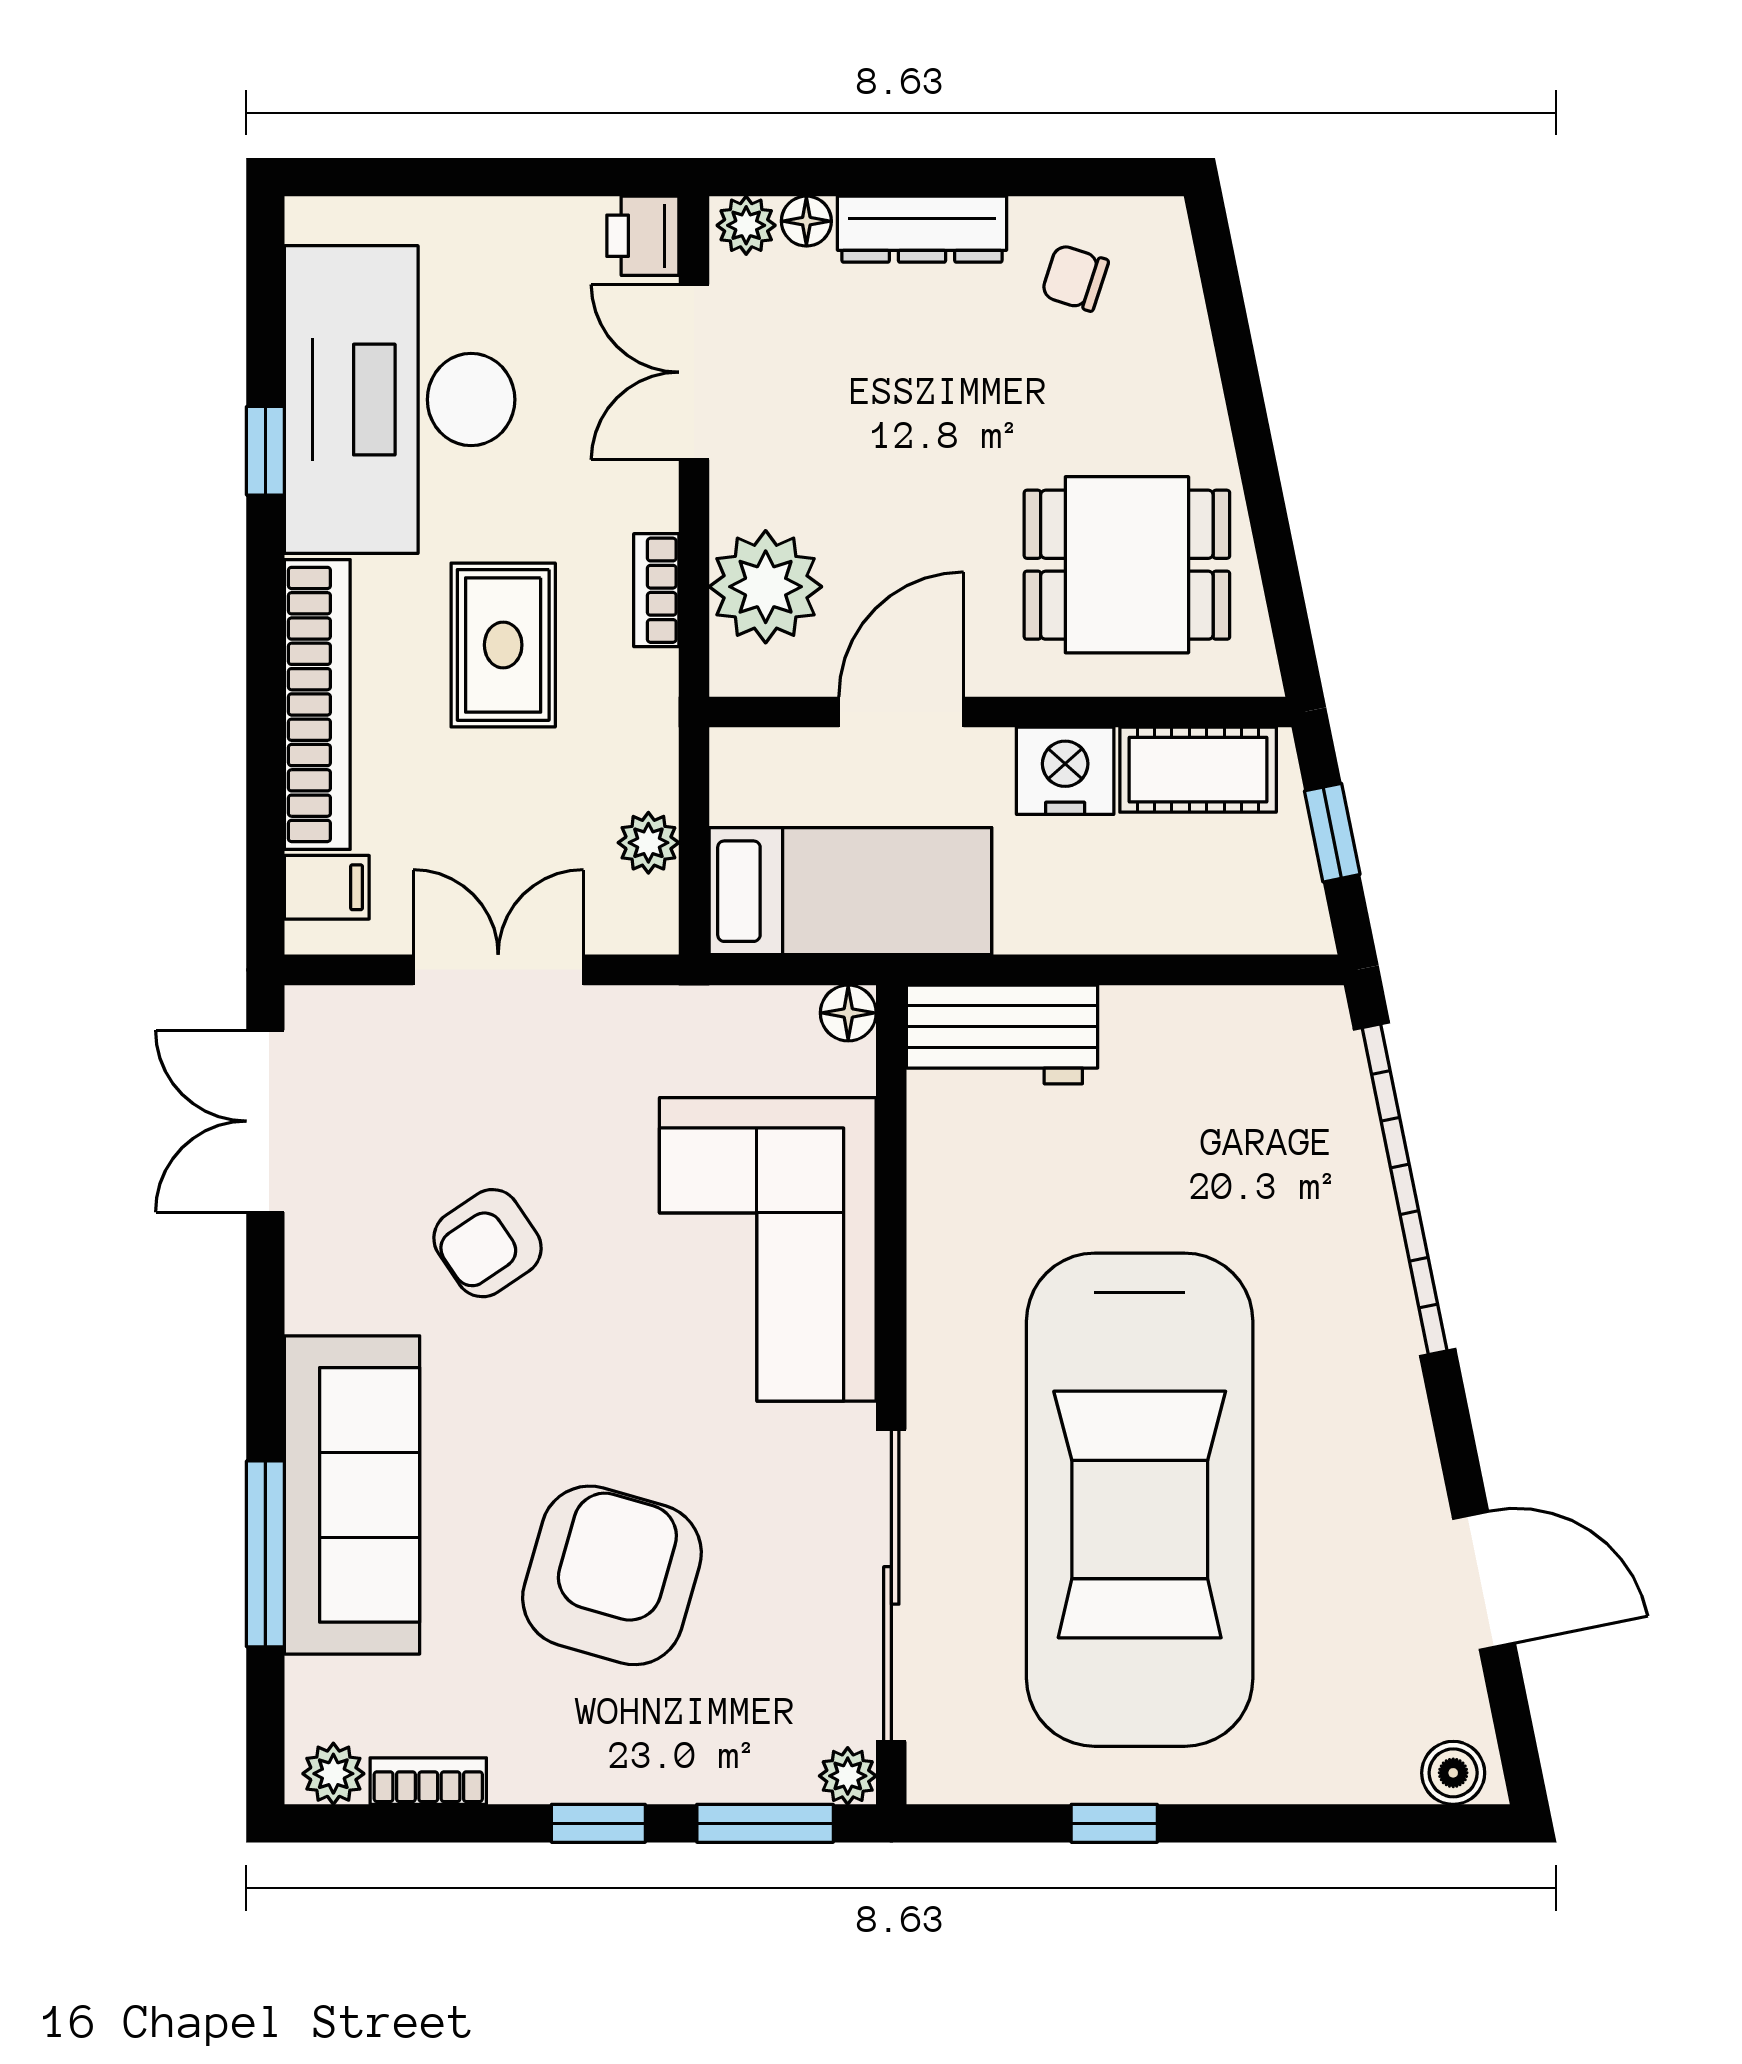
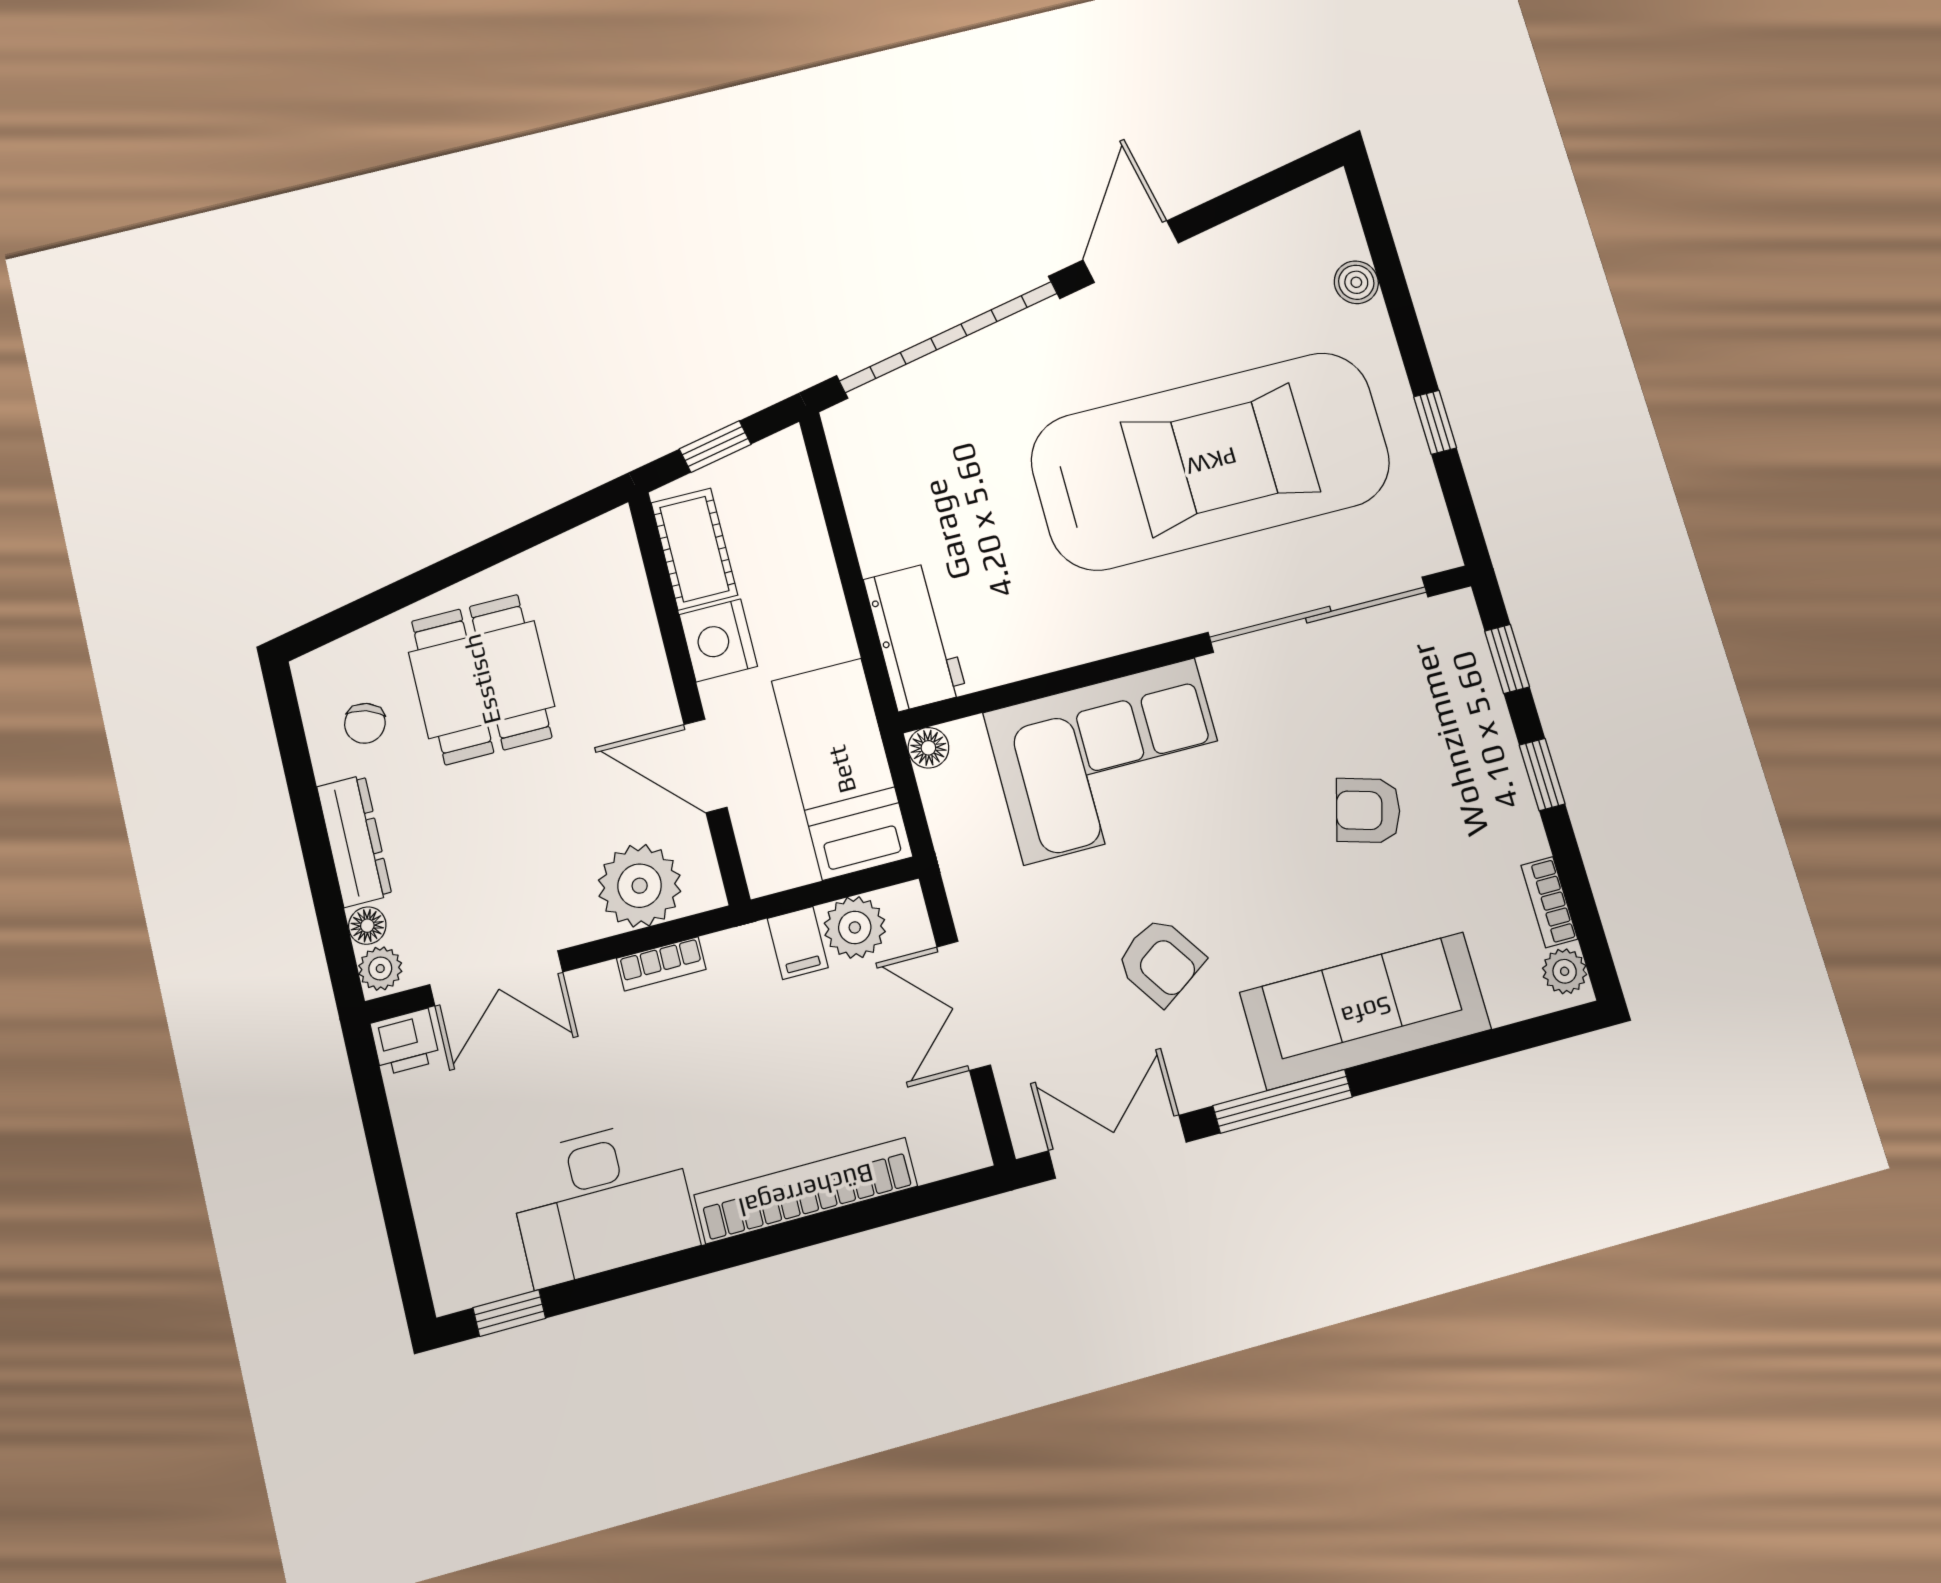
desk: (400, 400) -> (602, 1202), width x0.73, depth x0.77
window: (265, 451) -> (509, 1313), moved
dining table: (1127, 565) -> (482, 679), moved
rug: (503, 645) -> (728, 1065), removed
plant: (648, 843) -> (855, 927), width x1.38, depth x1.38
filing cabinet: (327, 887) -> (798, 943), moved, turned 180
double door: (265, 1121) -> (1117, 1147), swing flipped
window: (265, 1554) -> (1283, 1101), moved
armchair: (612, 1575) -> (1368, 810), width x0.53, depth x0.53
door: (1484, 1581) -> (1131, 251), moved
boiler: (1453, 1773) -> (1356, 282), moved
plant: (848, 1776) -> (1458, 611), removed
window: (765, 1823) -> (1507, 659), width x0.67

